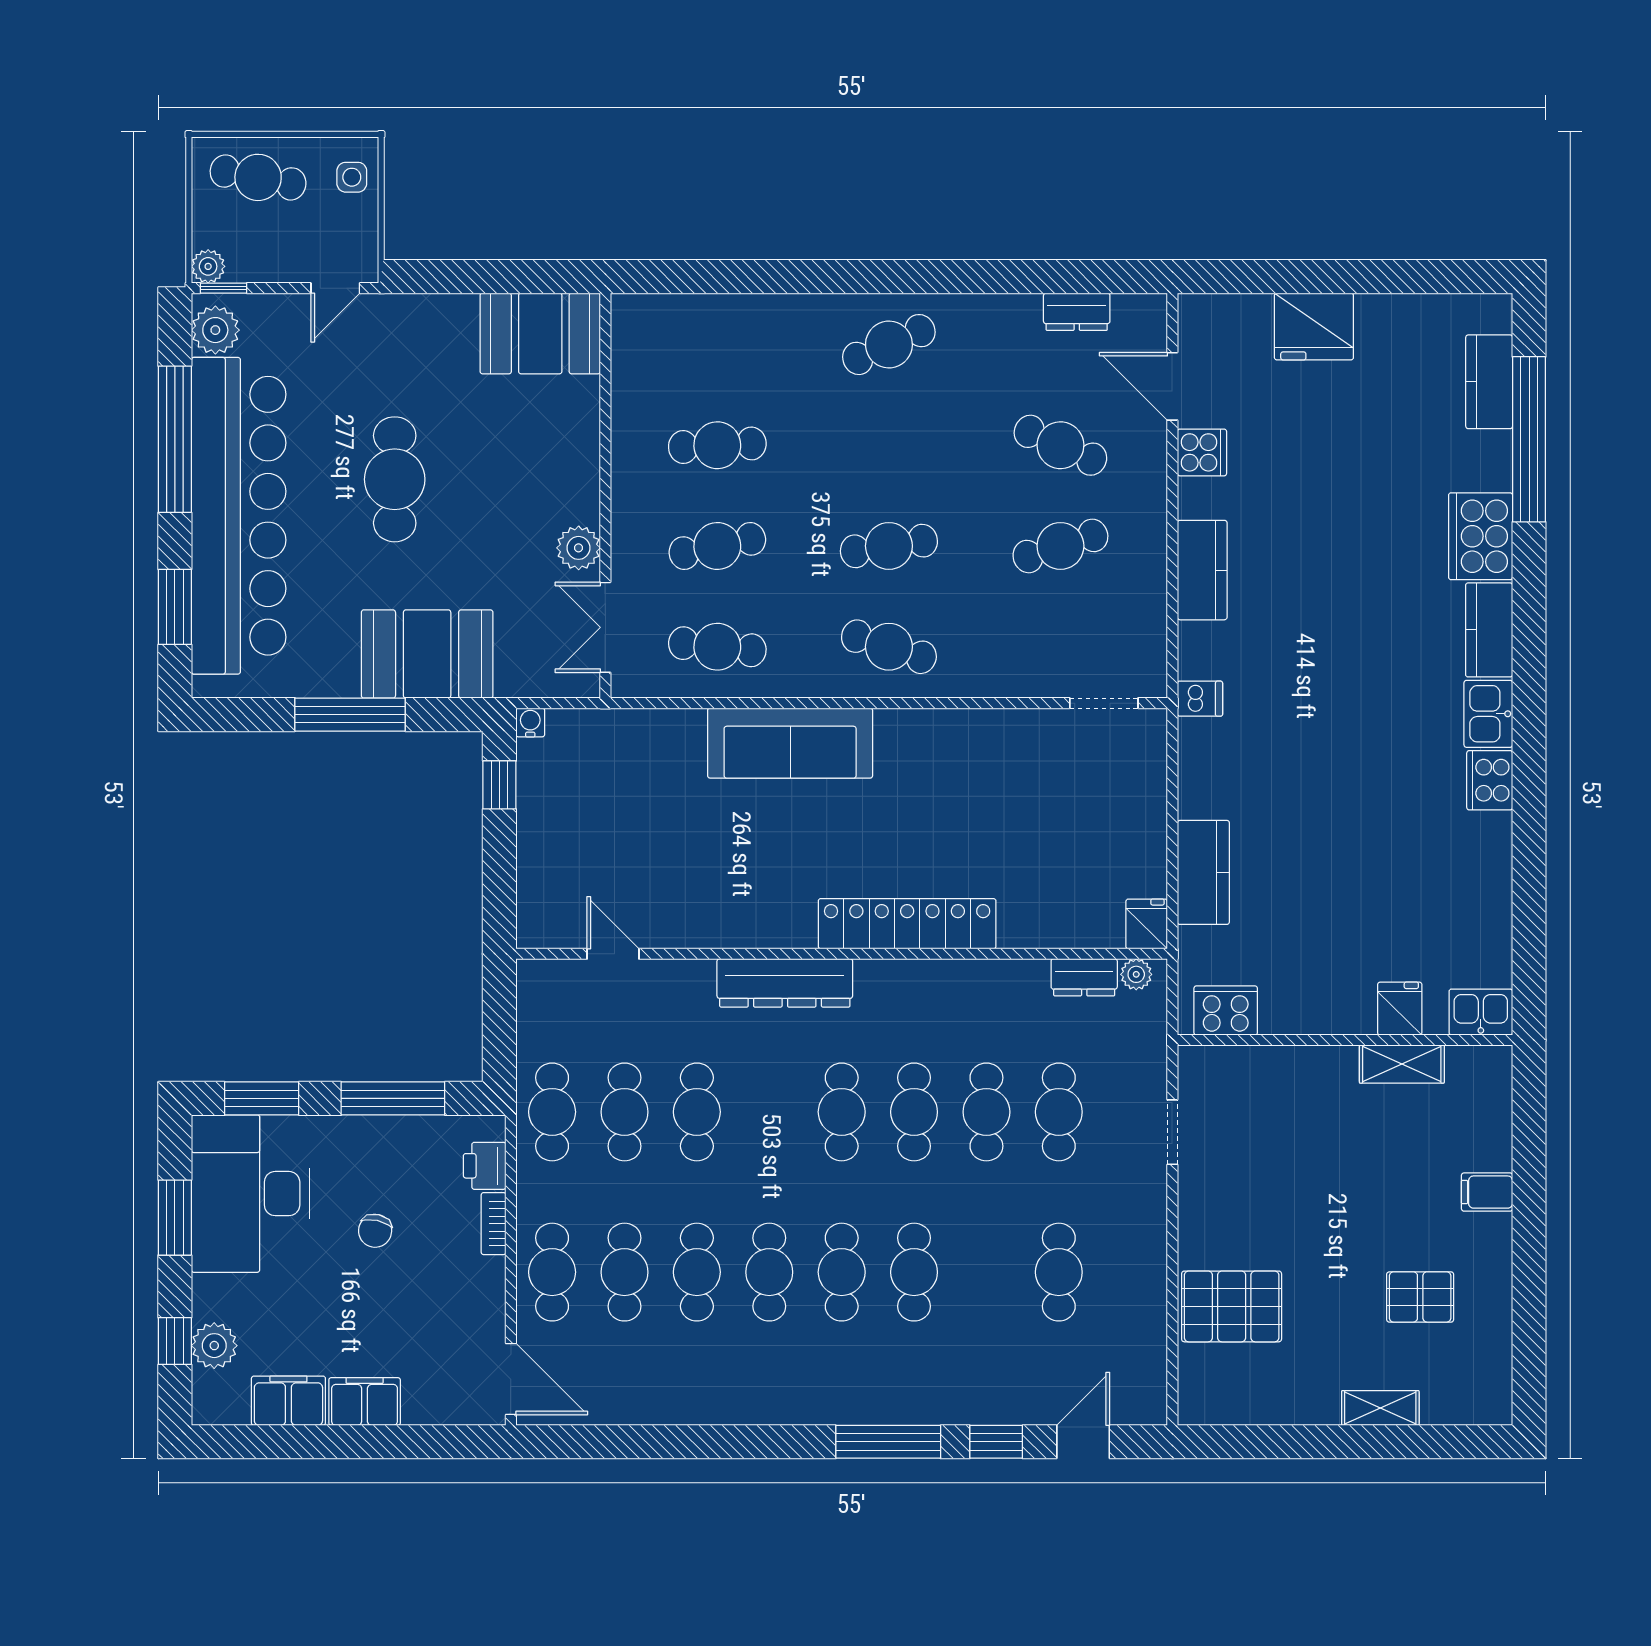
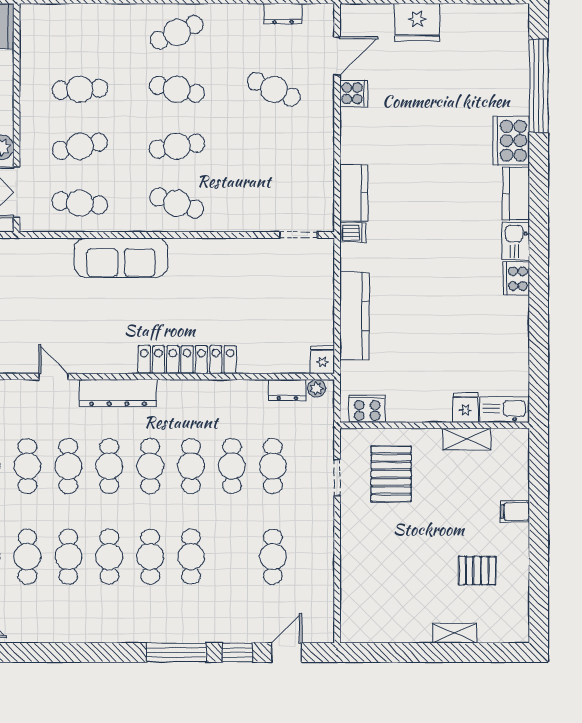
kitchen counter: (1489, 382) -> (516, 53), removed
door: (1172, 386) -> (337, 56), swing flipped
cafe table: (1060, 546) -> (177, 89), moved, turned 30
kitchen counter: (1202, 570) -> (354, 193), moved
kitchen counter: (1203, 872) -> (355, 316), width x1.50
door: (613, 954) -> (54, 377), moved
kitchen sink: (1481, 1012) -> (505, 410), width x1.38
cafe table: (769, 1112) -> (109, 466), added
pallet: (1232, 1306) -> (391, 474), moved, turned 90

